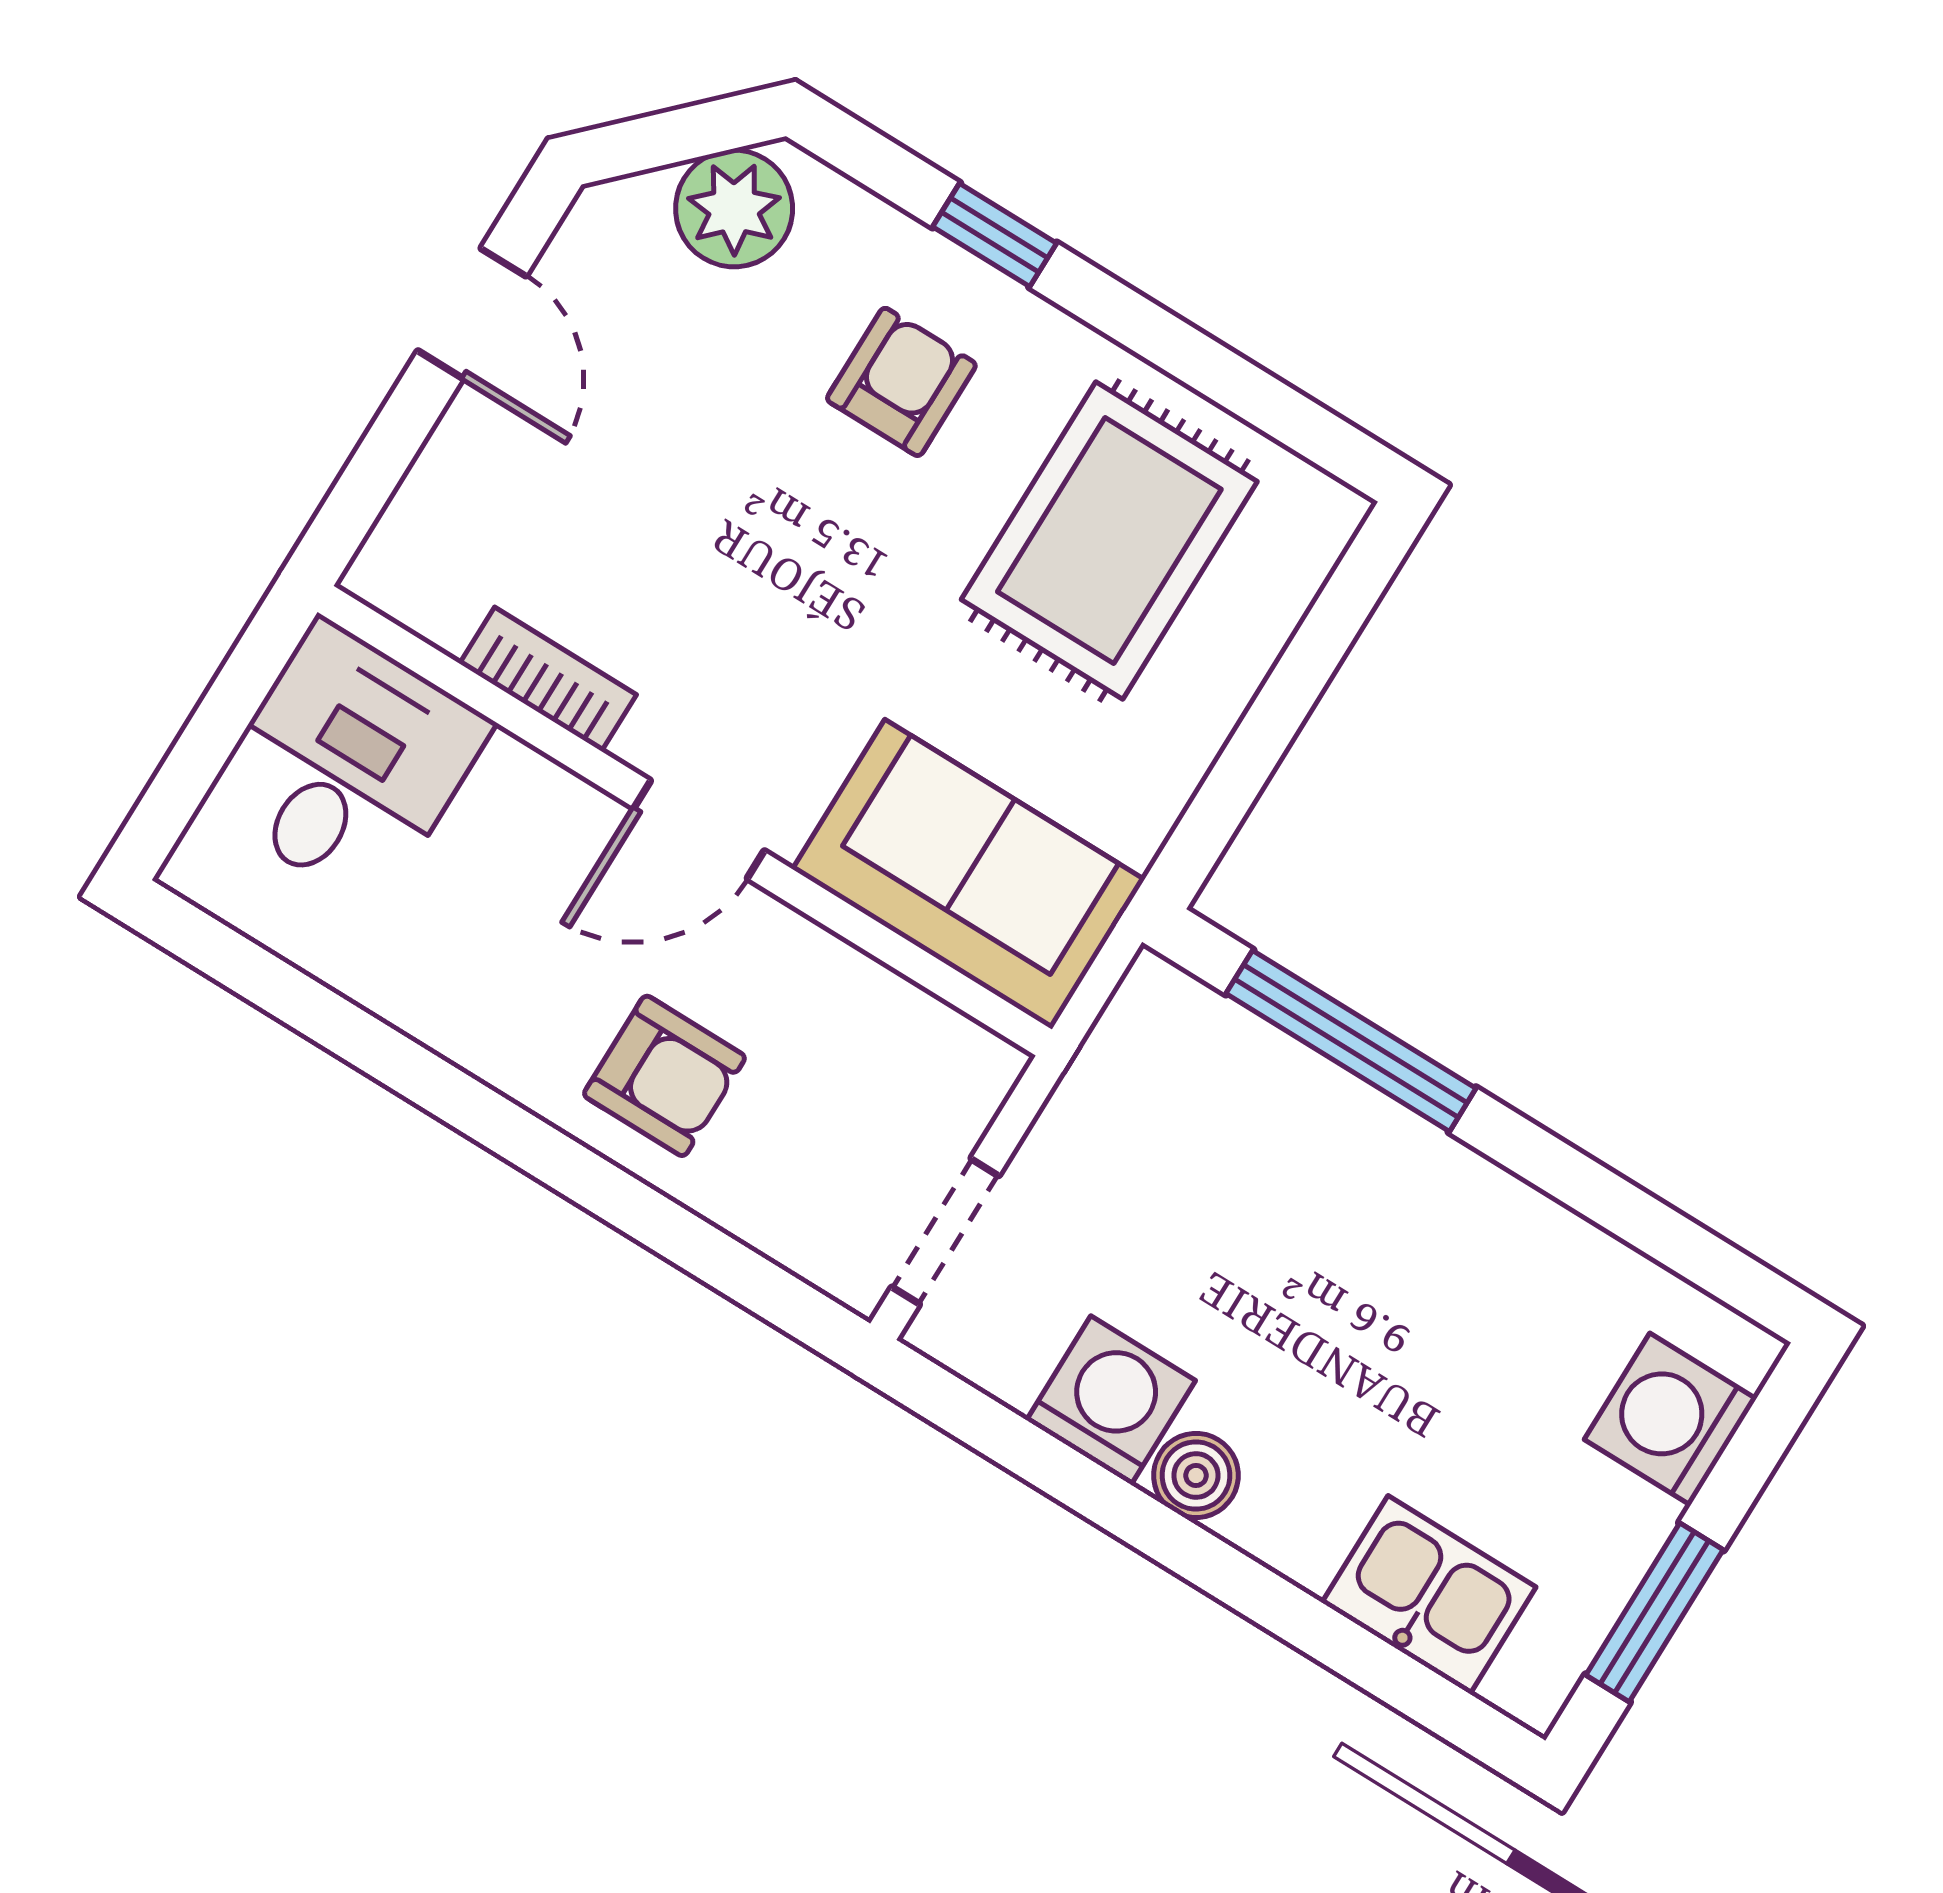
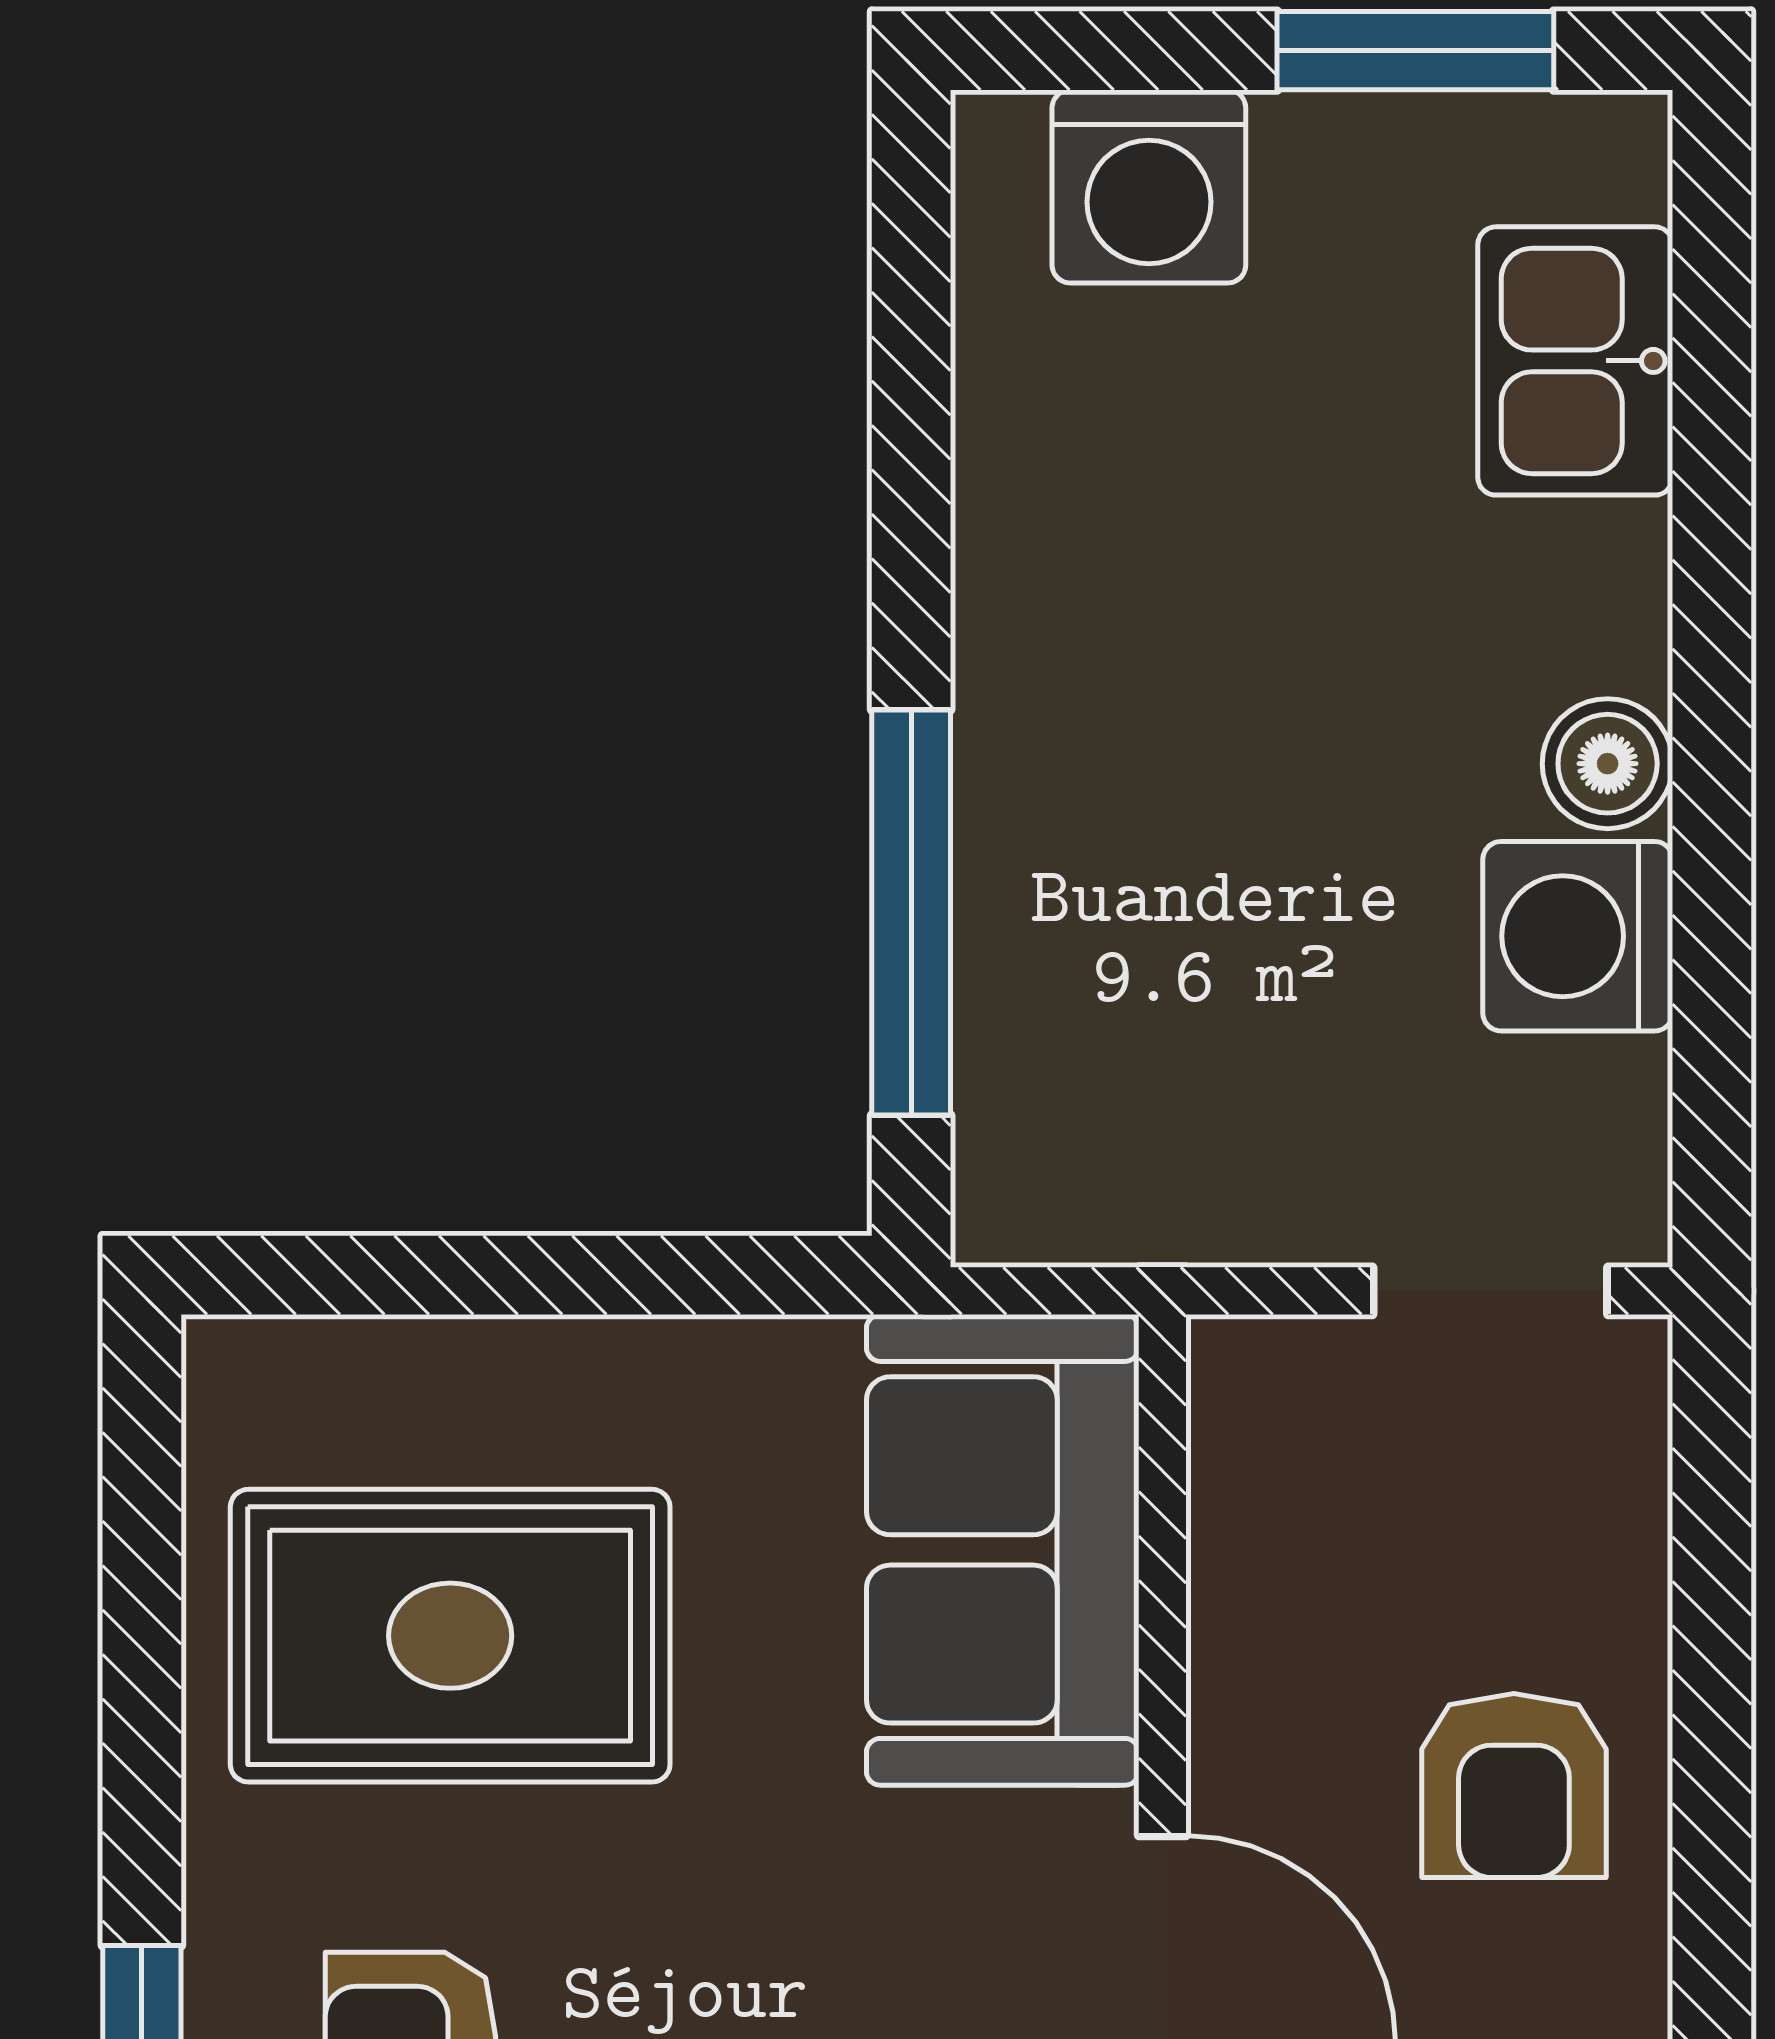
armchair: (664, 1076) -> (1514, 1786), turned 180

